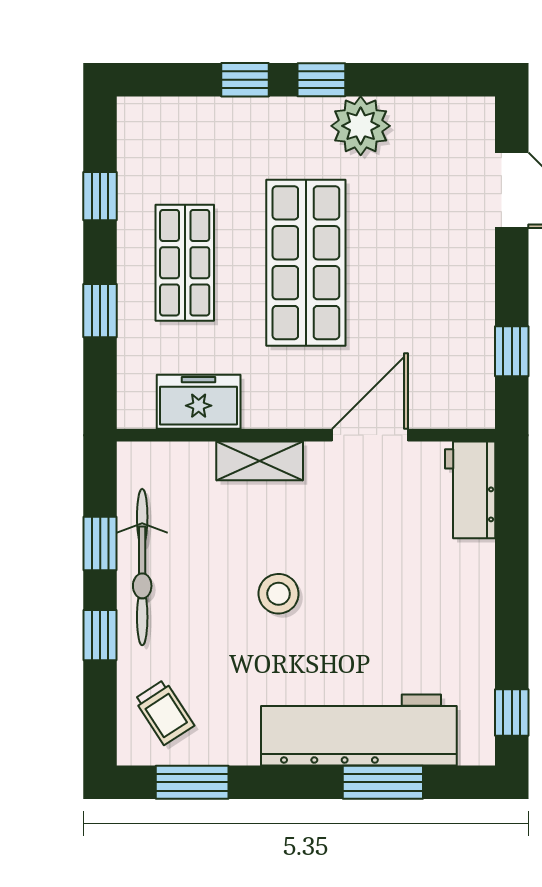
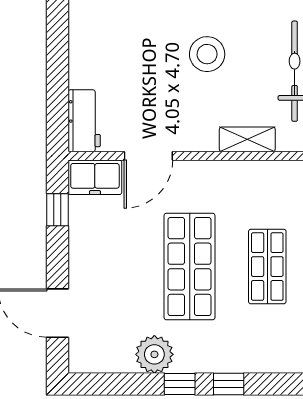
freezer: (199, 402) -> (95, 177), moved
shelving: (260, 461) -> (247, 139), moved
stool: (279, 594) -> (207, 54), width x1.38, depth x1.38

